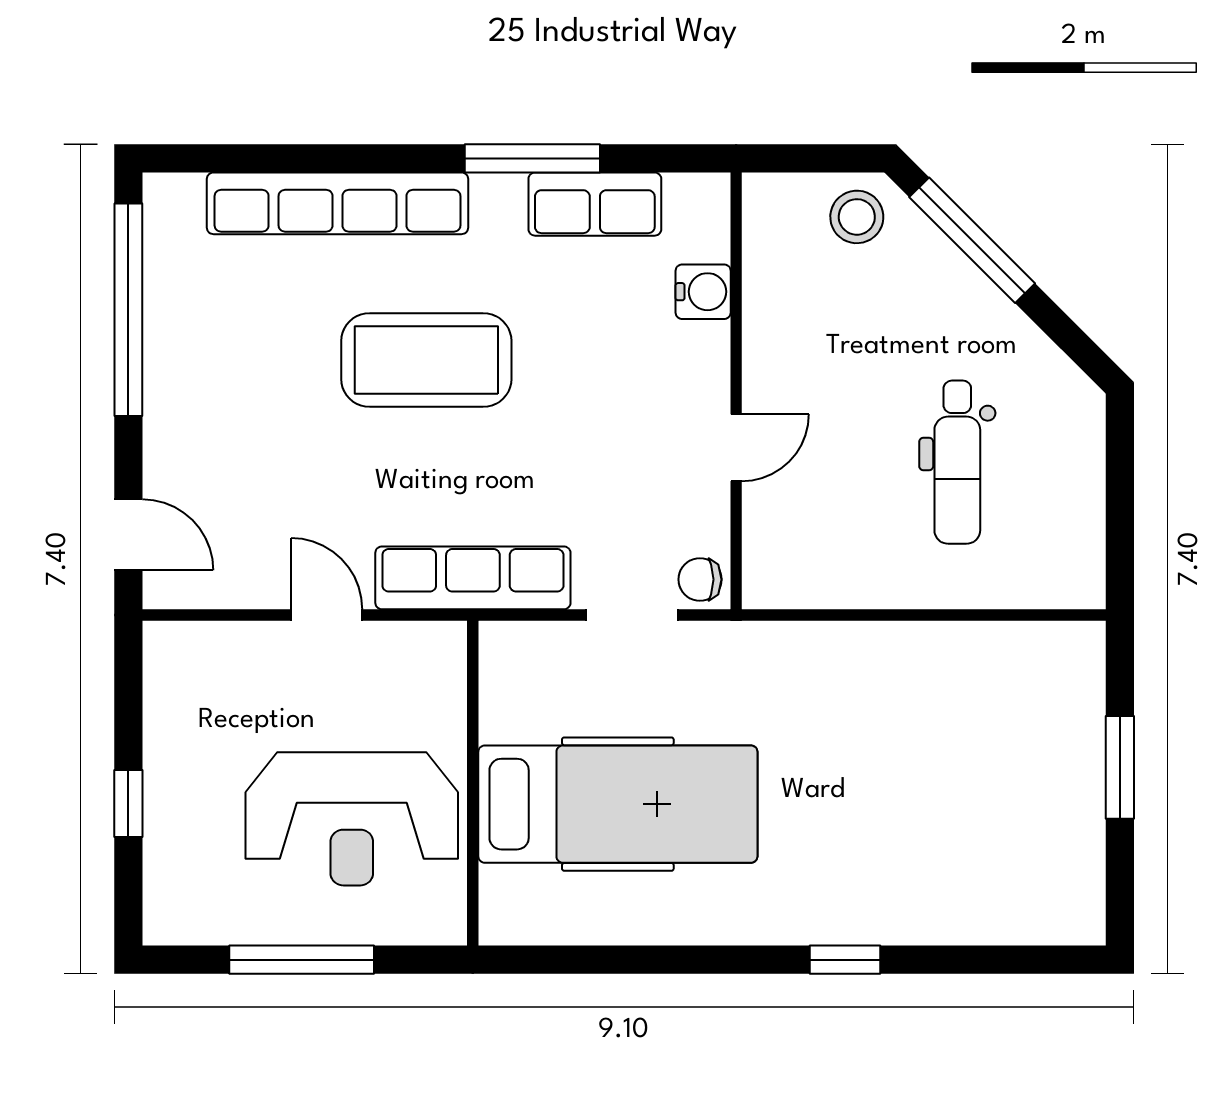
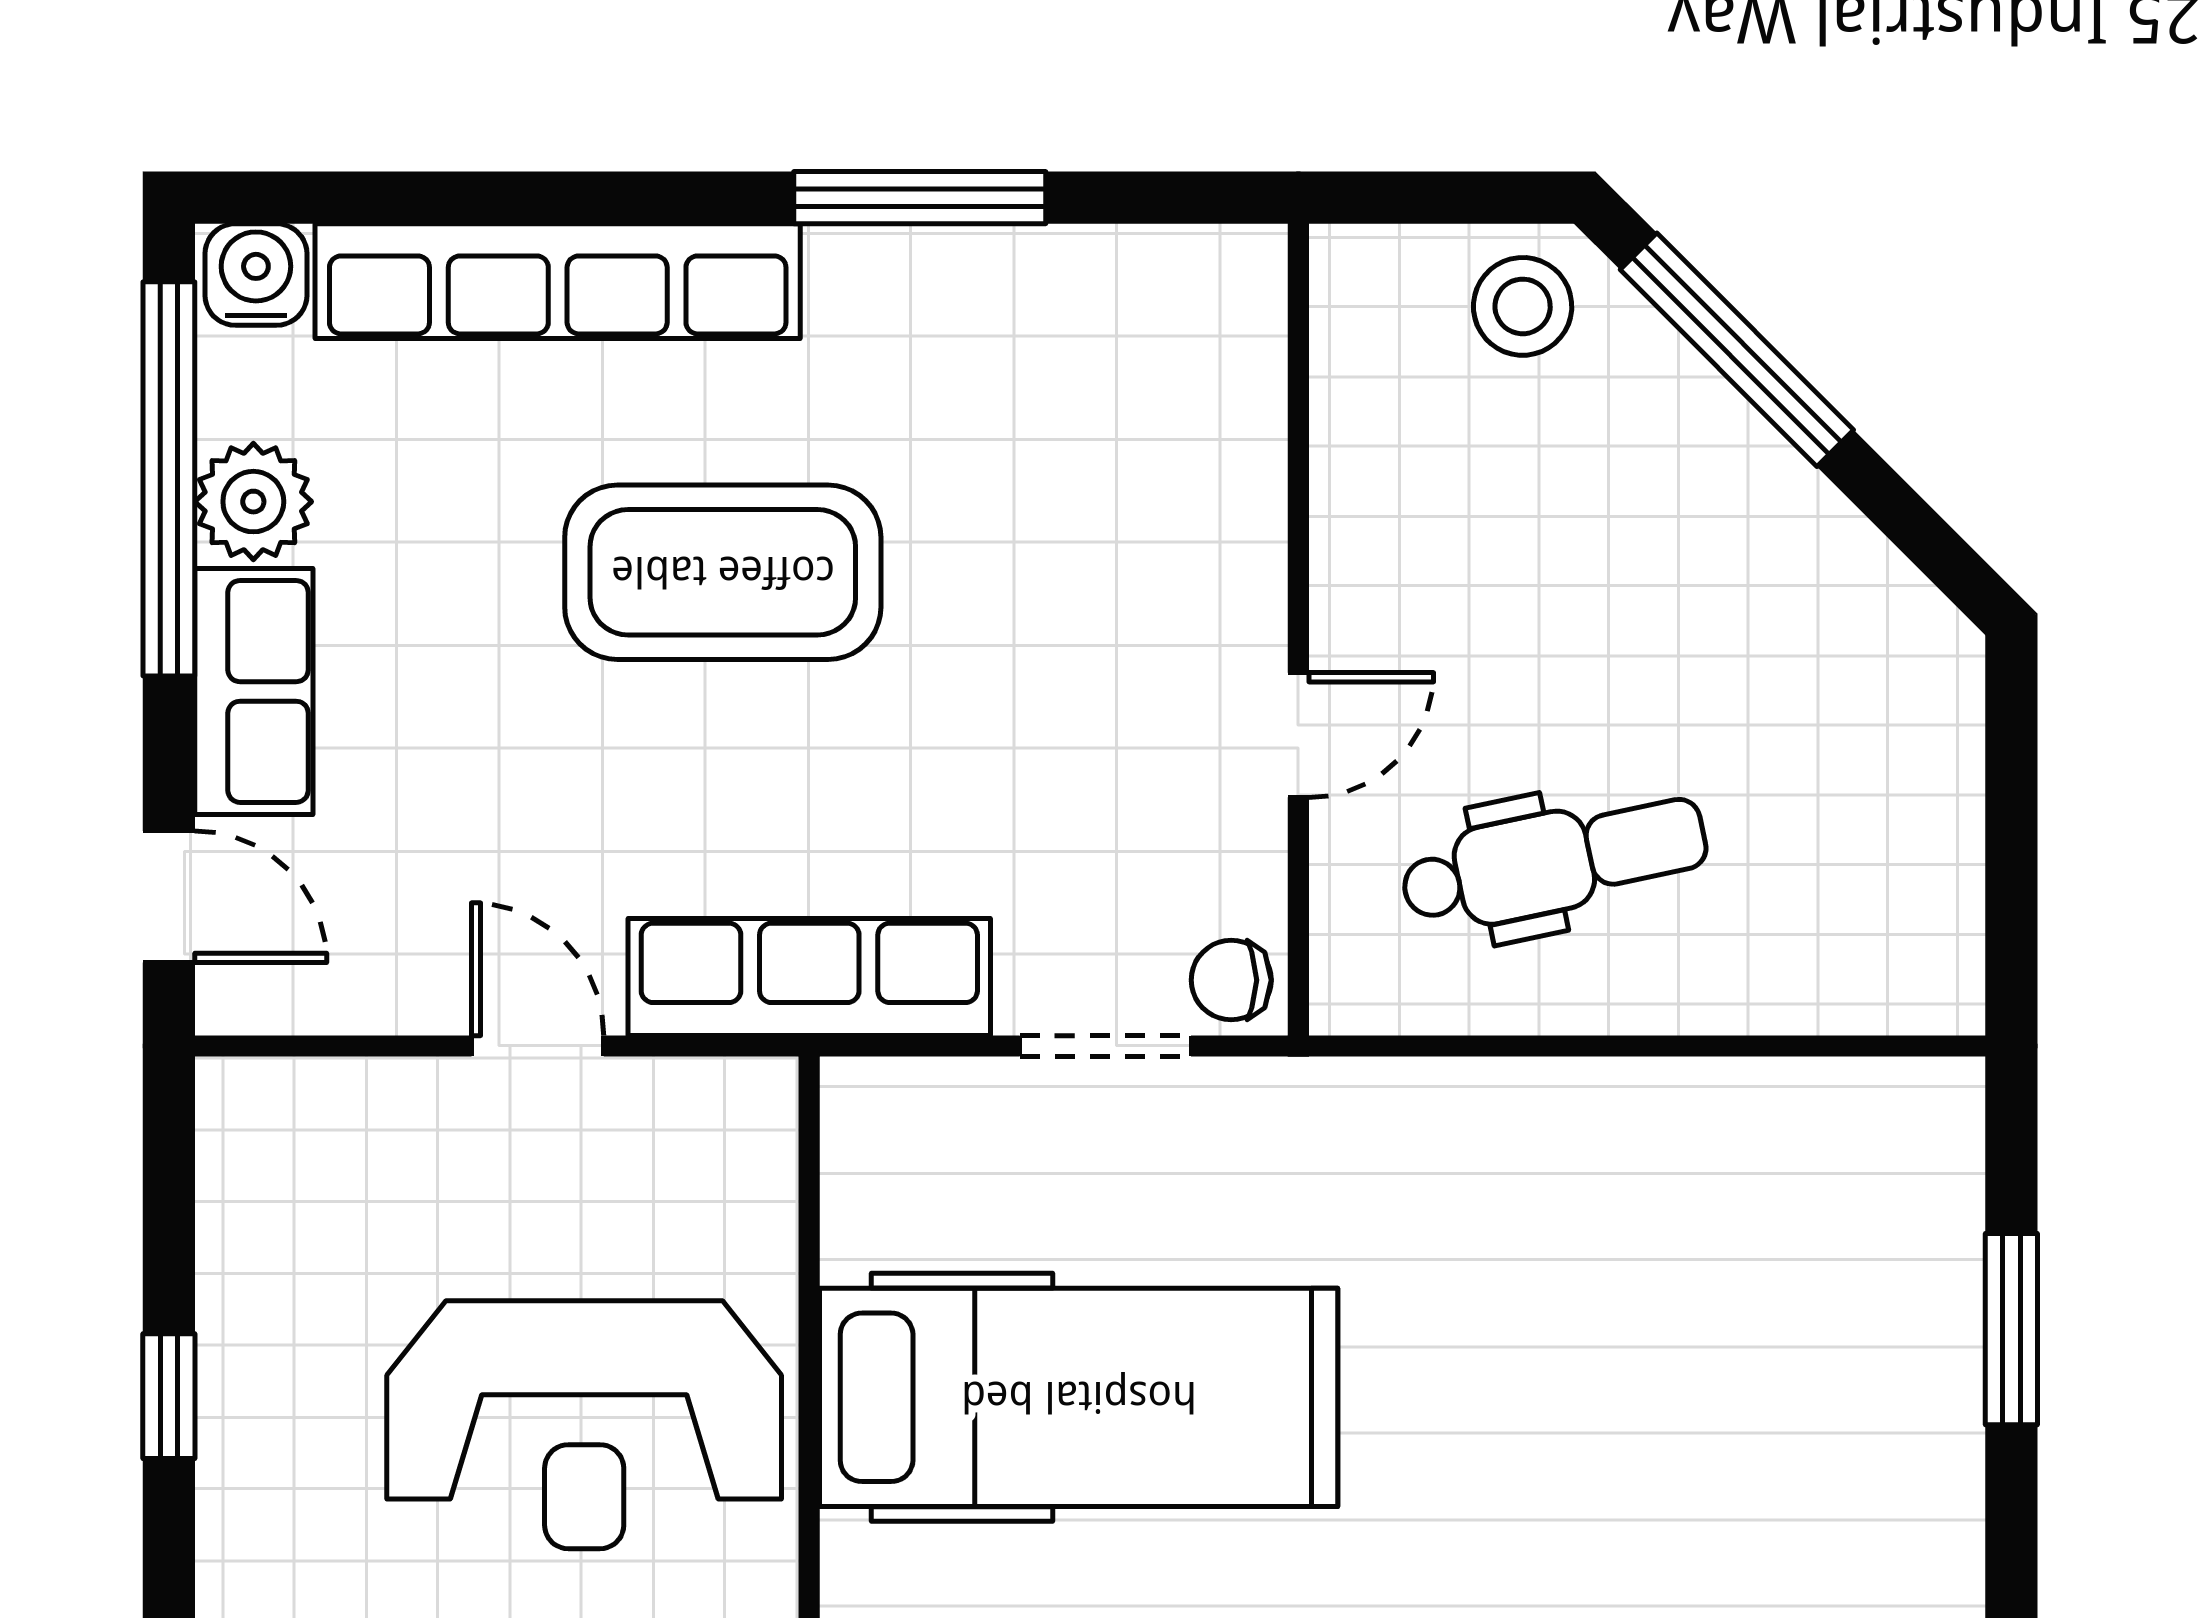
row of seats: (595, 204) -> (254, 691), moved, turned -90
water cooler: (703, 292) -> (256, 275), moved, turned -90
plant: (174, 322) -> (253, 502), added
dental chair: (957, 462) -> (1554, 861), moved, turned -102

